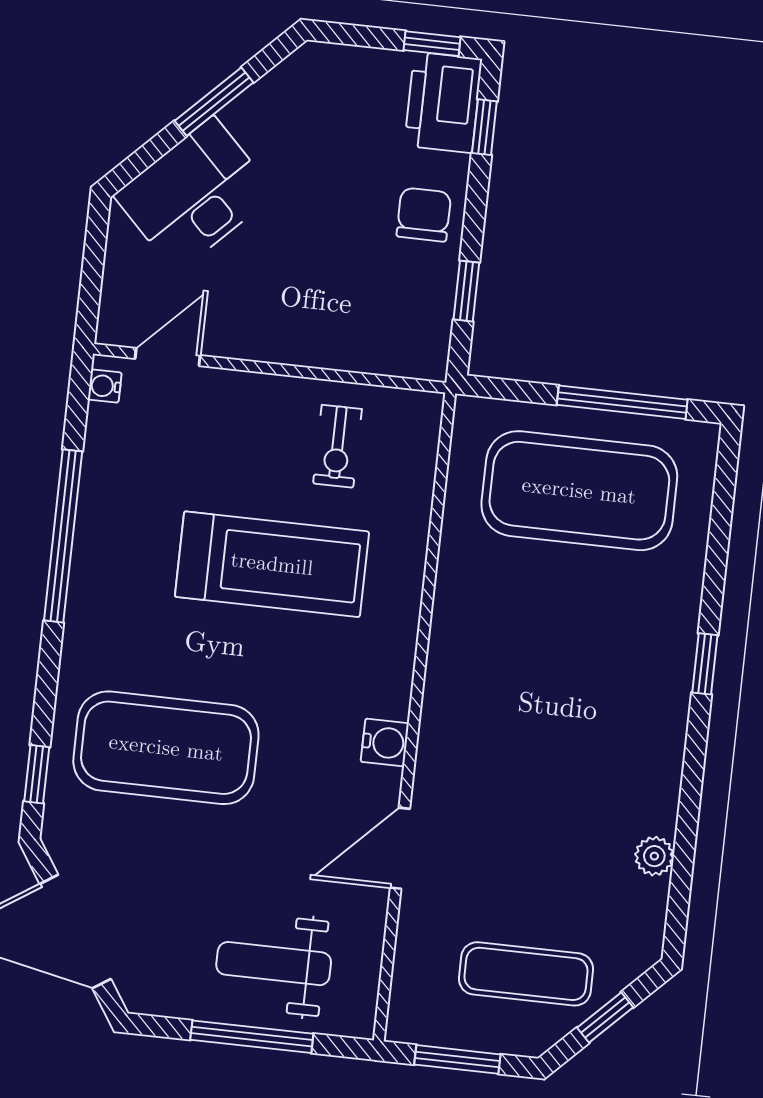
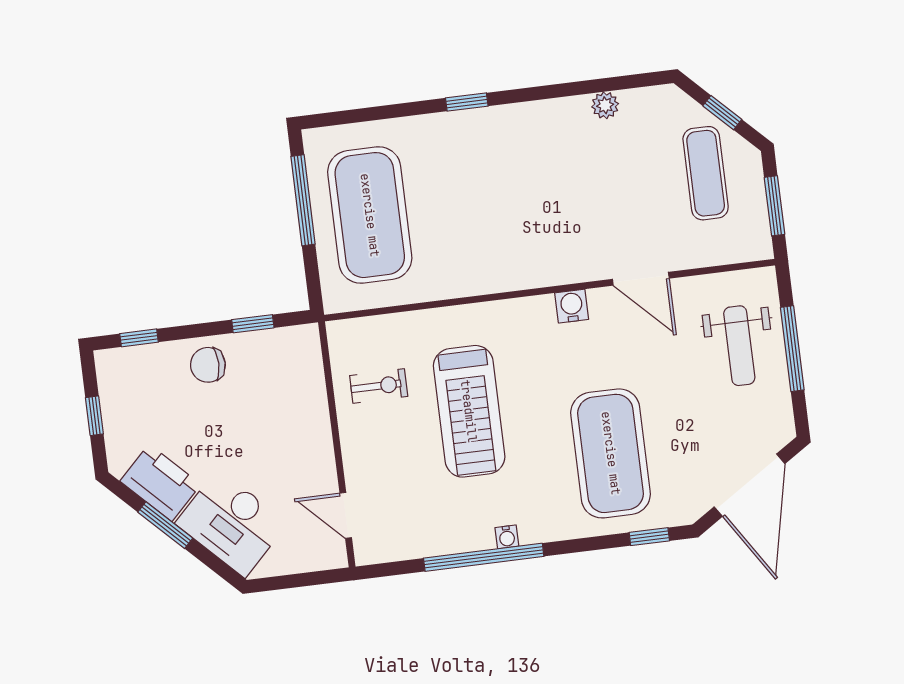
window: (432, 44) -> (94, 416), moved
printer: (443, 102) -> (160, 483), moved, turned -135
water cooler: (105, 386) -> (507, 537), moved
treadmill: (272, 564) -> (469, 411), turned 180

